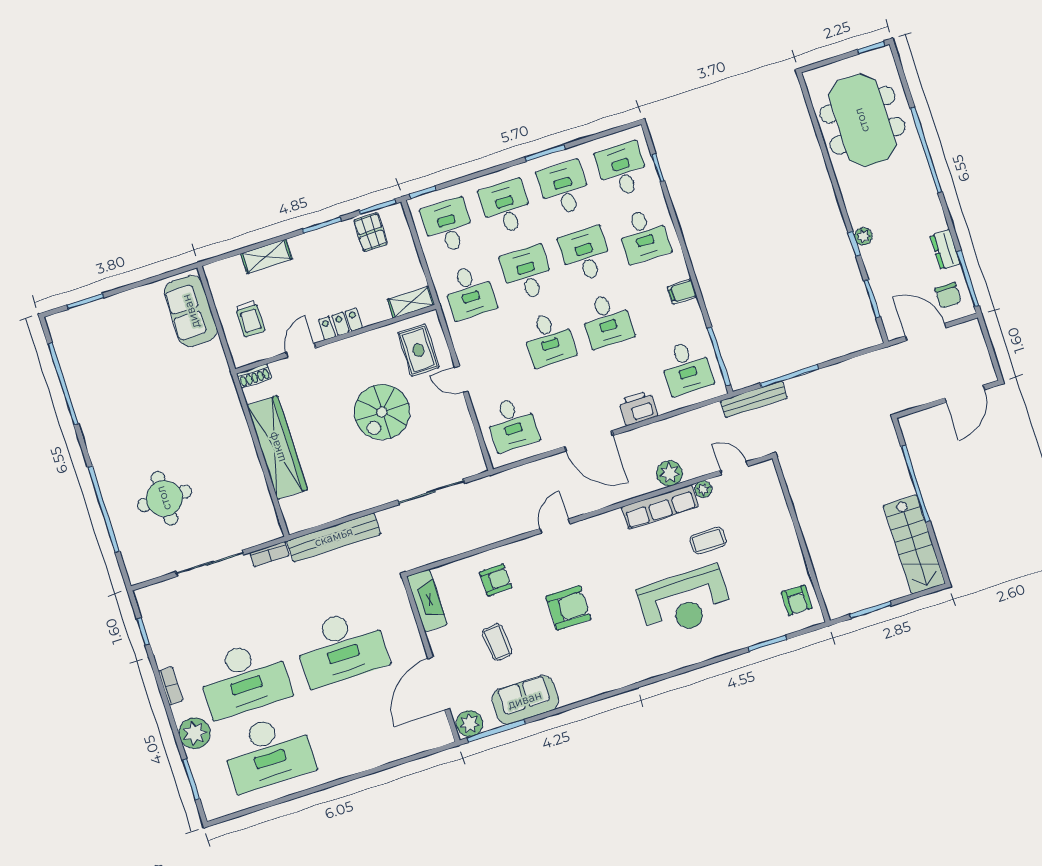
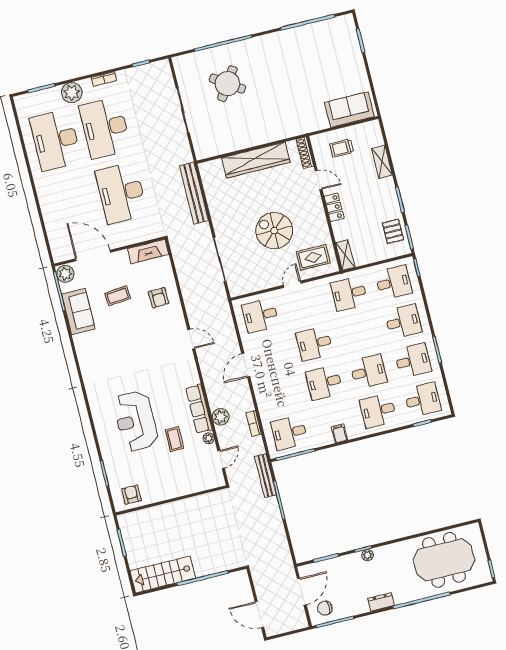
pallet: (371, 232) -> (393, 231), turned 90
dresser: (945, 249) -> (381, 602), moved
desk: (527, 273) -> (359, 333), removed
shoe rack: (254, 376) -> (305, 153), width x1.43
printer: (638, 408) -> (265, 399), removed
door: (589, 441) -> (246, 365), width x0.73
round table: (164, 498) -> (227, 84), turned 34
bookcase: (269, 554) -> (254, 423), moved
armchair: (797, 600) -> (131, 495), turned 90
armchair: (568, 608) -> (137, 344), removed

